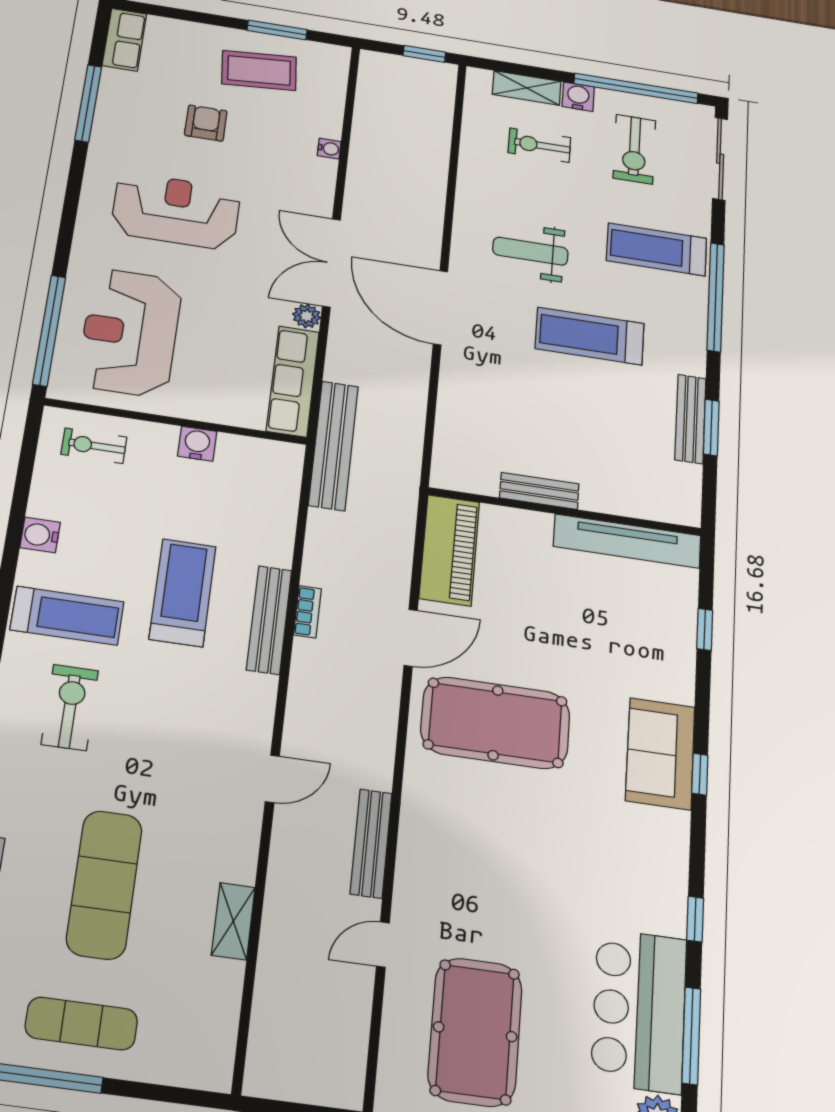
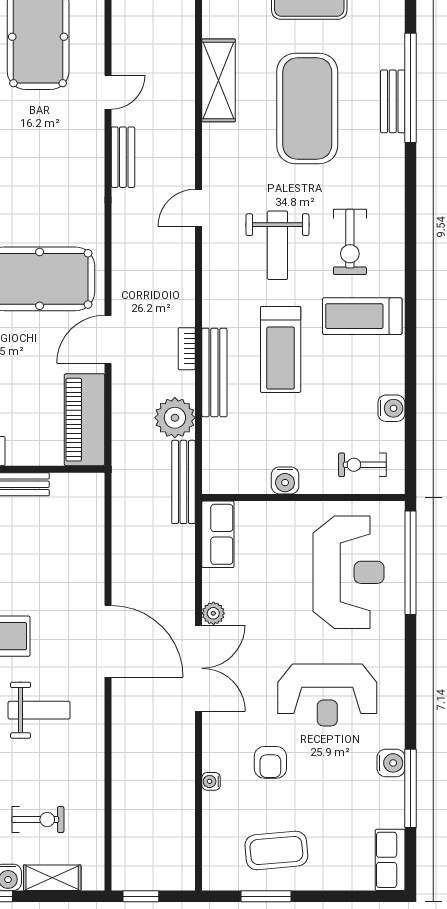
armchair: (206, 123) -> (270, 762), moved
water cooler: (108, 132) -> (391, 763), added
row of seats: (293, 381) -> (218, 534), width x0.68
bench: (333, 445) -> (183, 482), width x0.73, depth x0.82
exercise bike: (94, 446) -> (362, 465), turned 180
water cooler: (40, 535) -> (391, 408), moved
plant: (332, 535) -> (175, 418), added
bench: (269, 620) -> (214, 372), moved
weight bench: (170, 717) -> (277, 245), added
bench: (371, 843) -> (123, 157), width x0.73
exercise mat: (104, 884) -> (307, 109), width x1.47
shelving: (233, 921) -> (219, 80), width x1.50, depth x1.33

